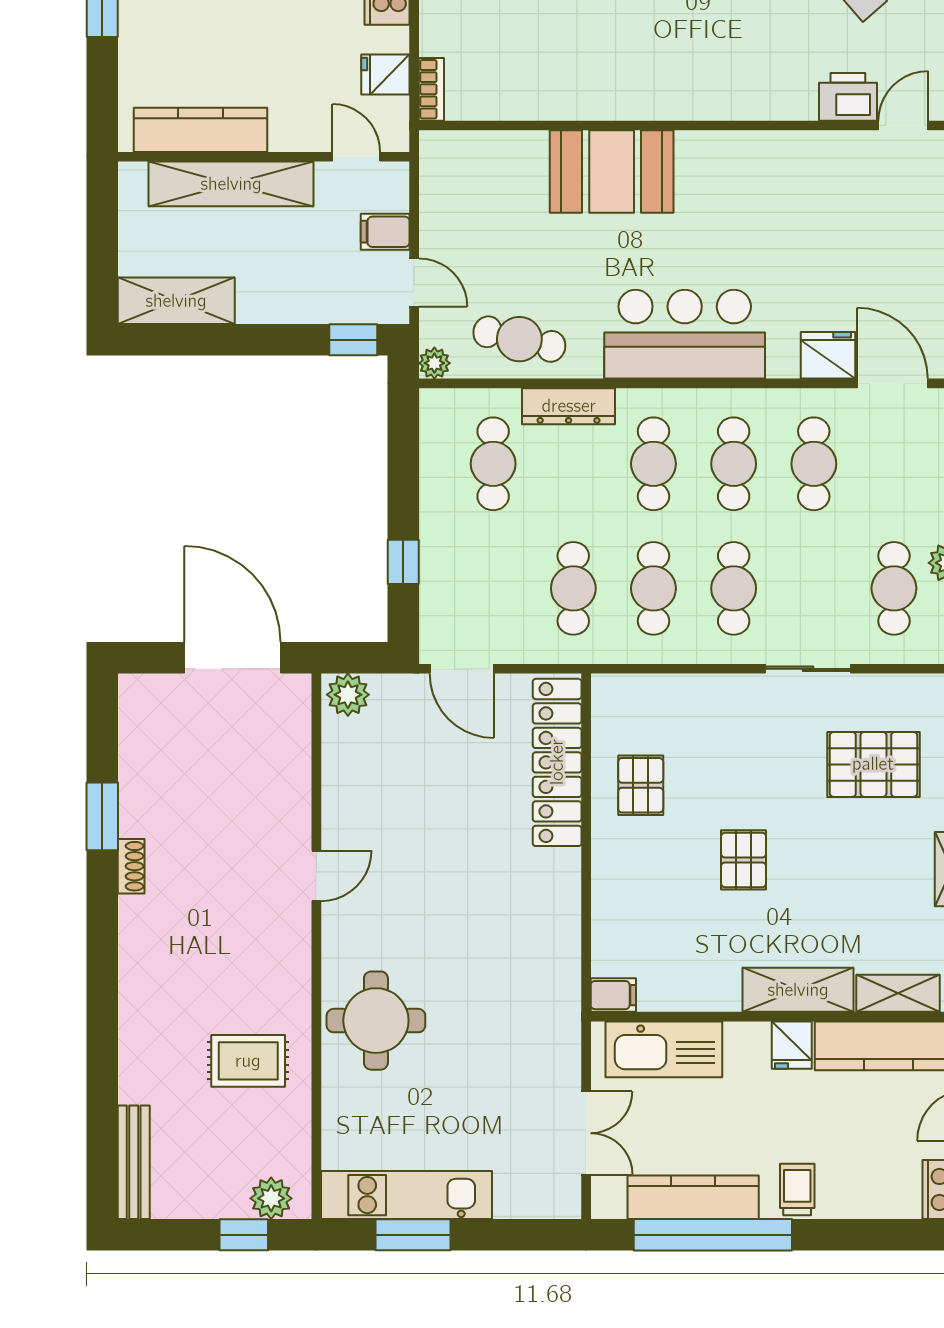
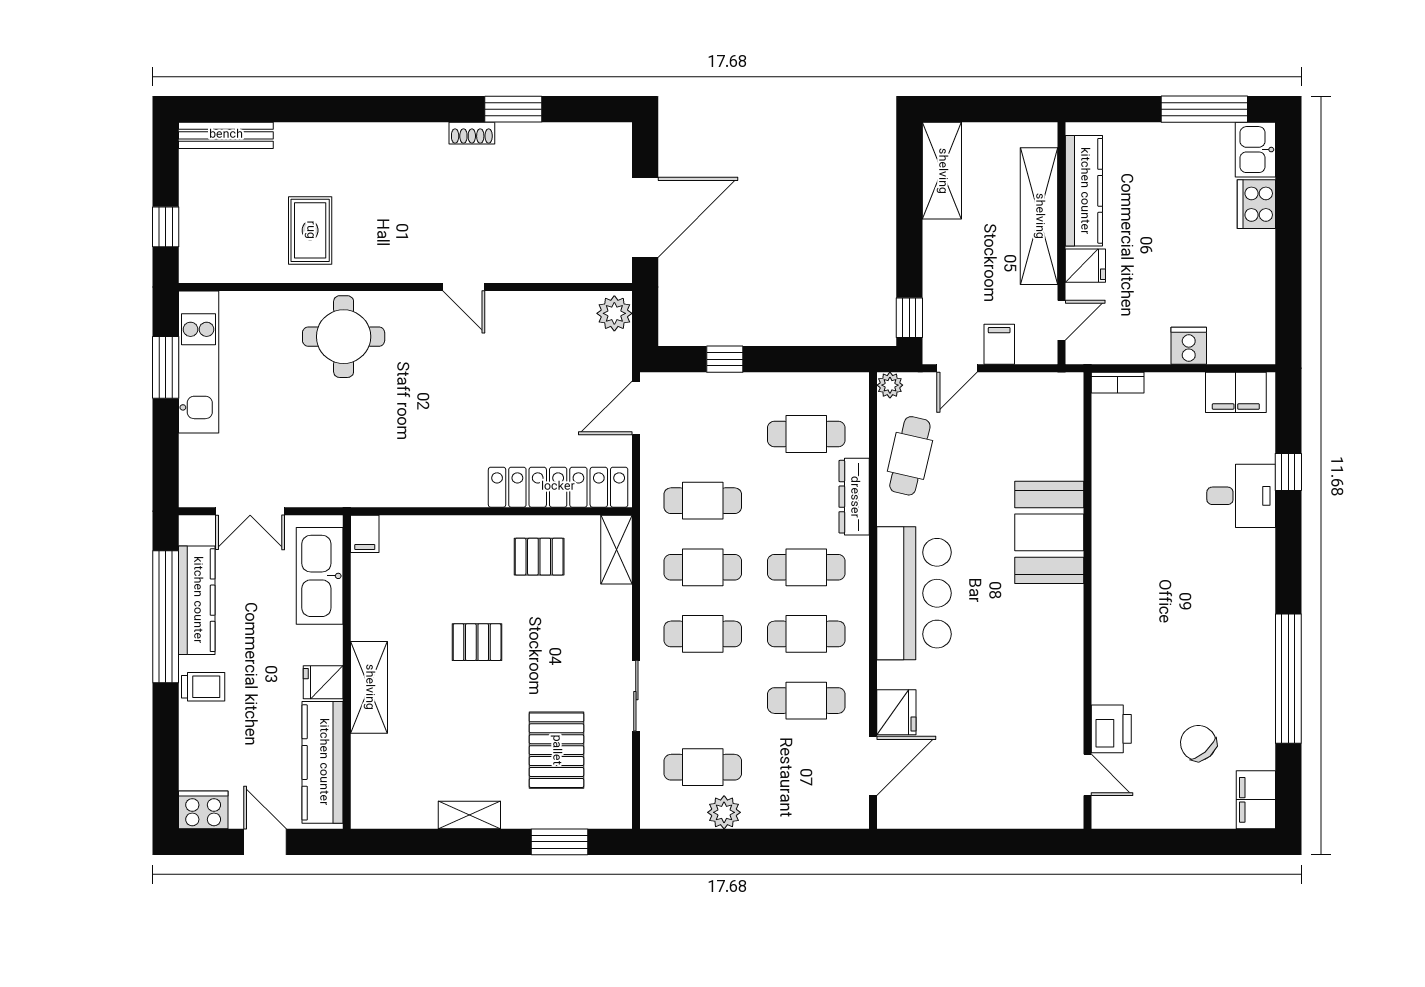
fridge: (385, 74) -> (1085, 266), moved, turned 90
shelving: (898, 993) -> (616, 550), moved
plant: (271, 1198) -> (196, 249), removed

